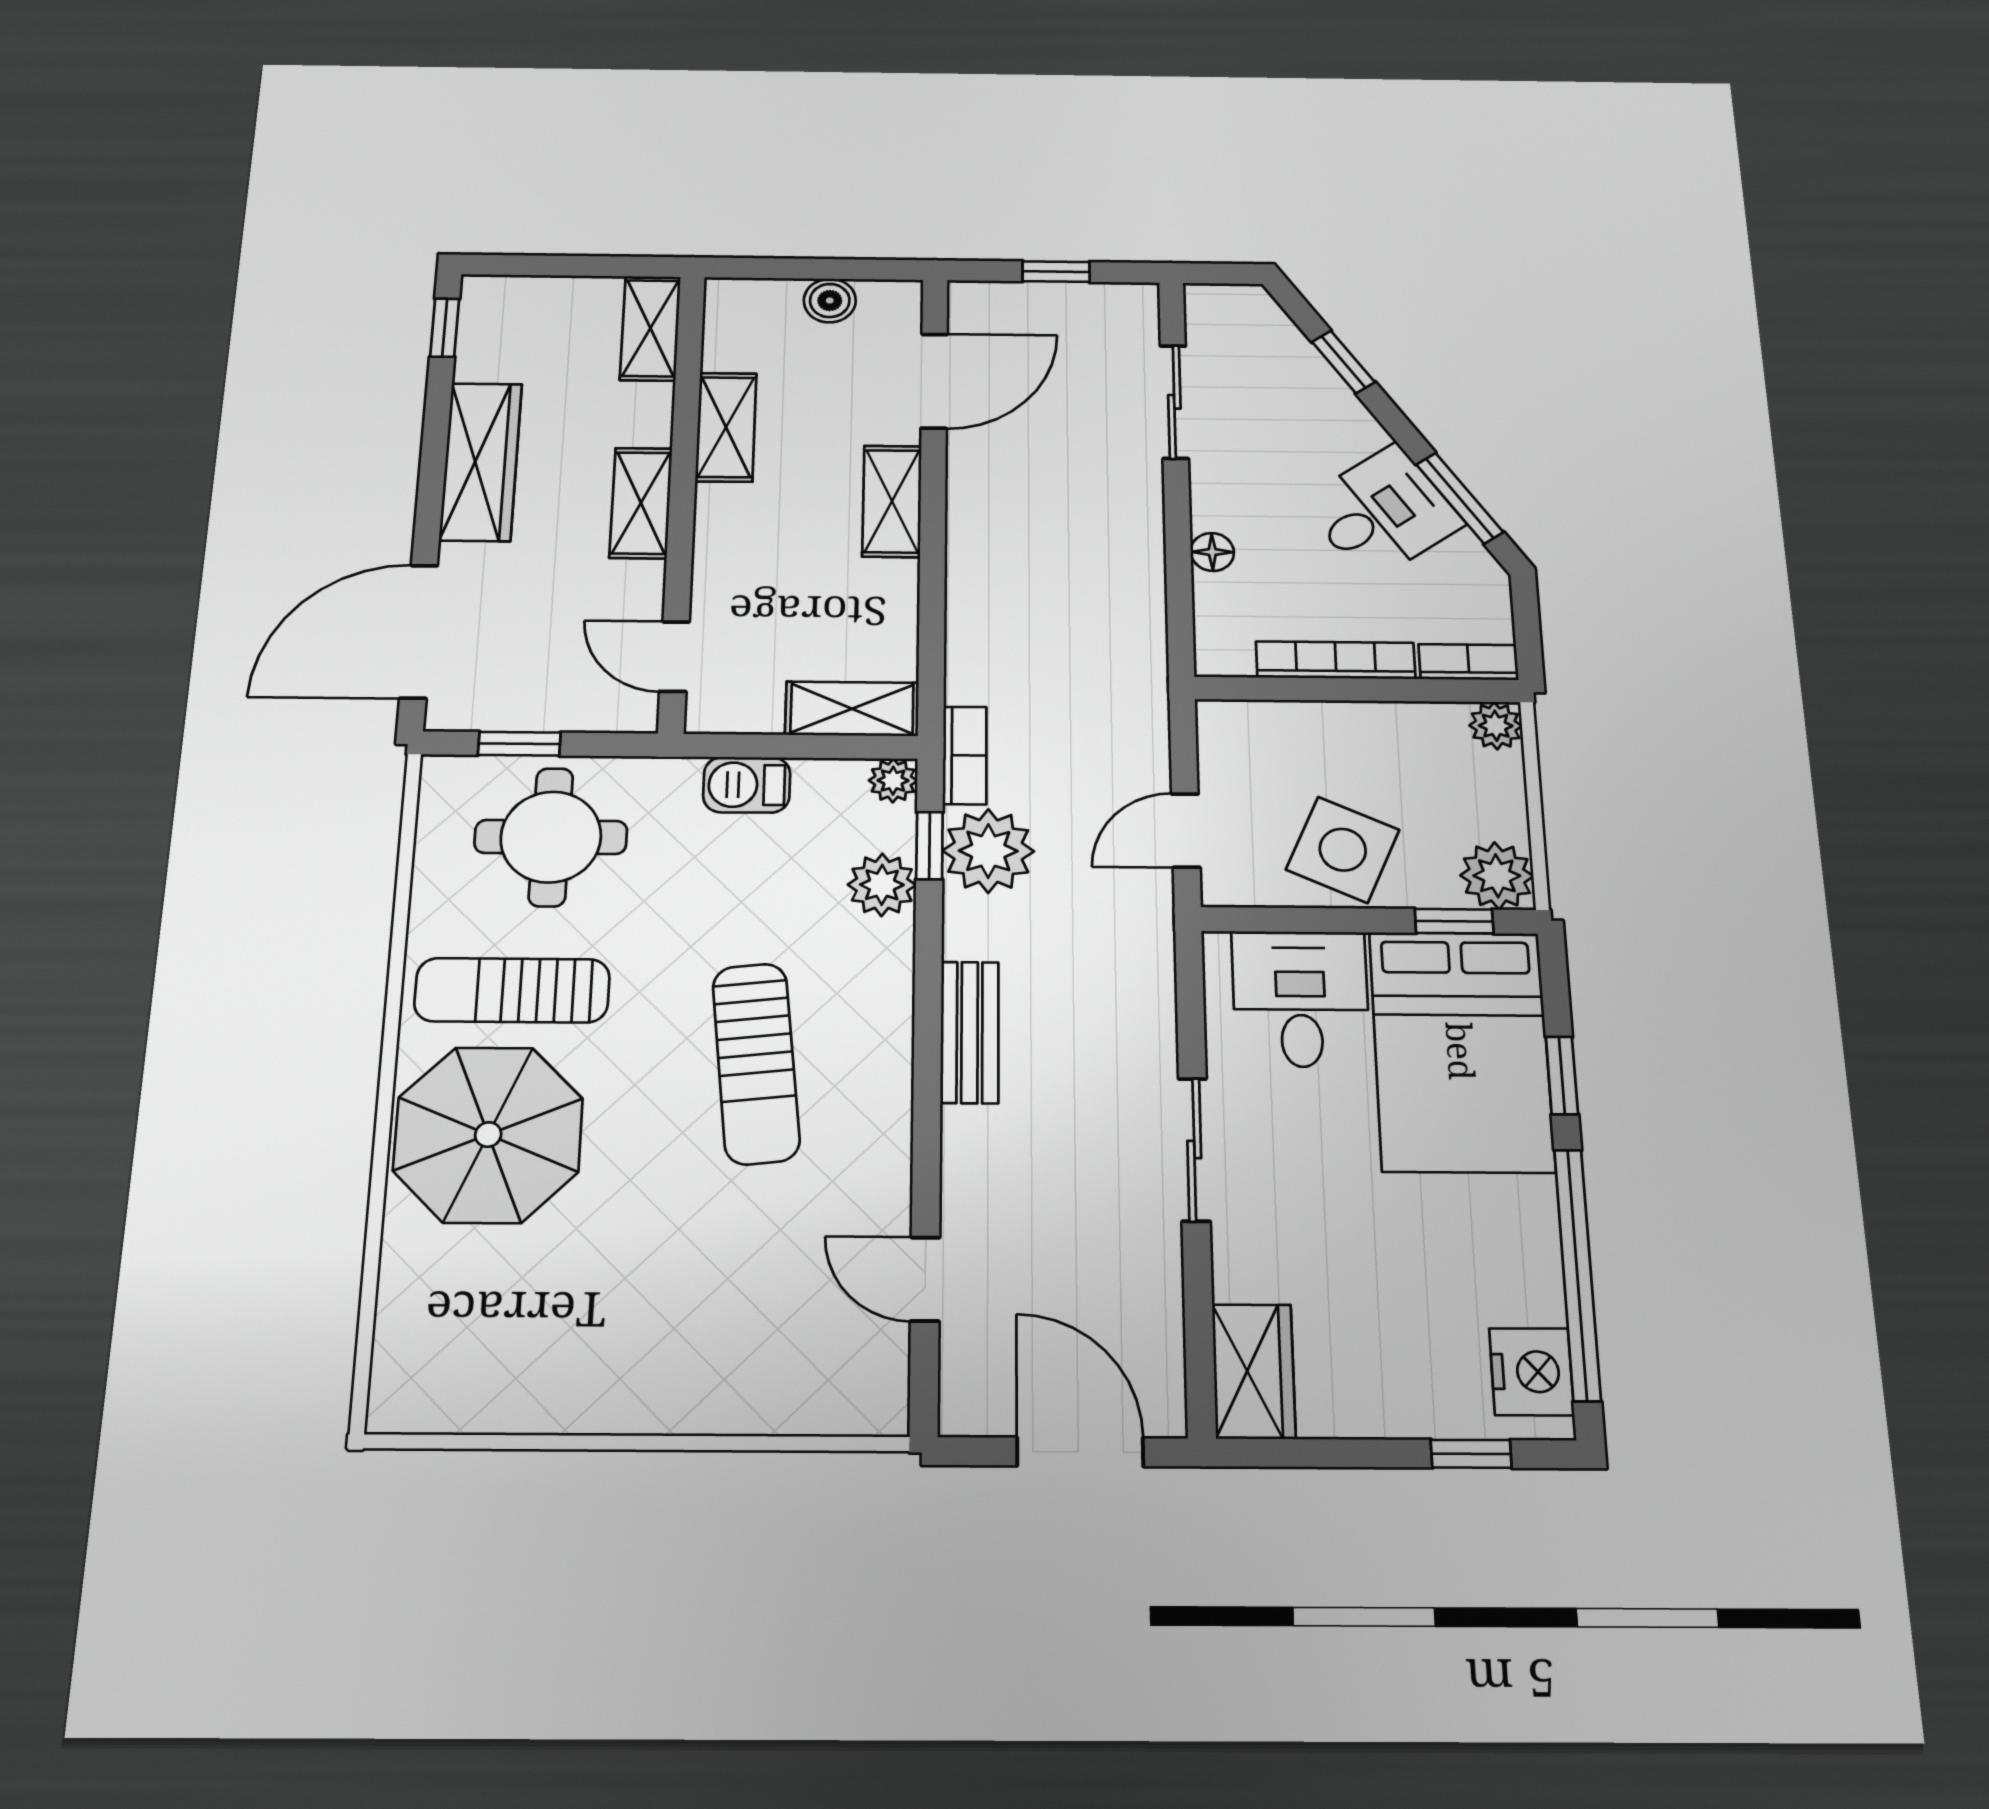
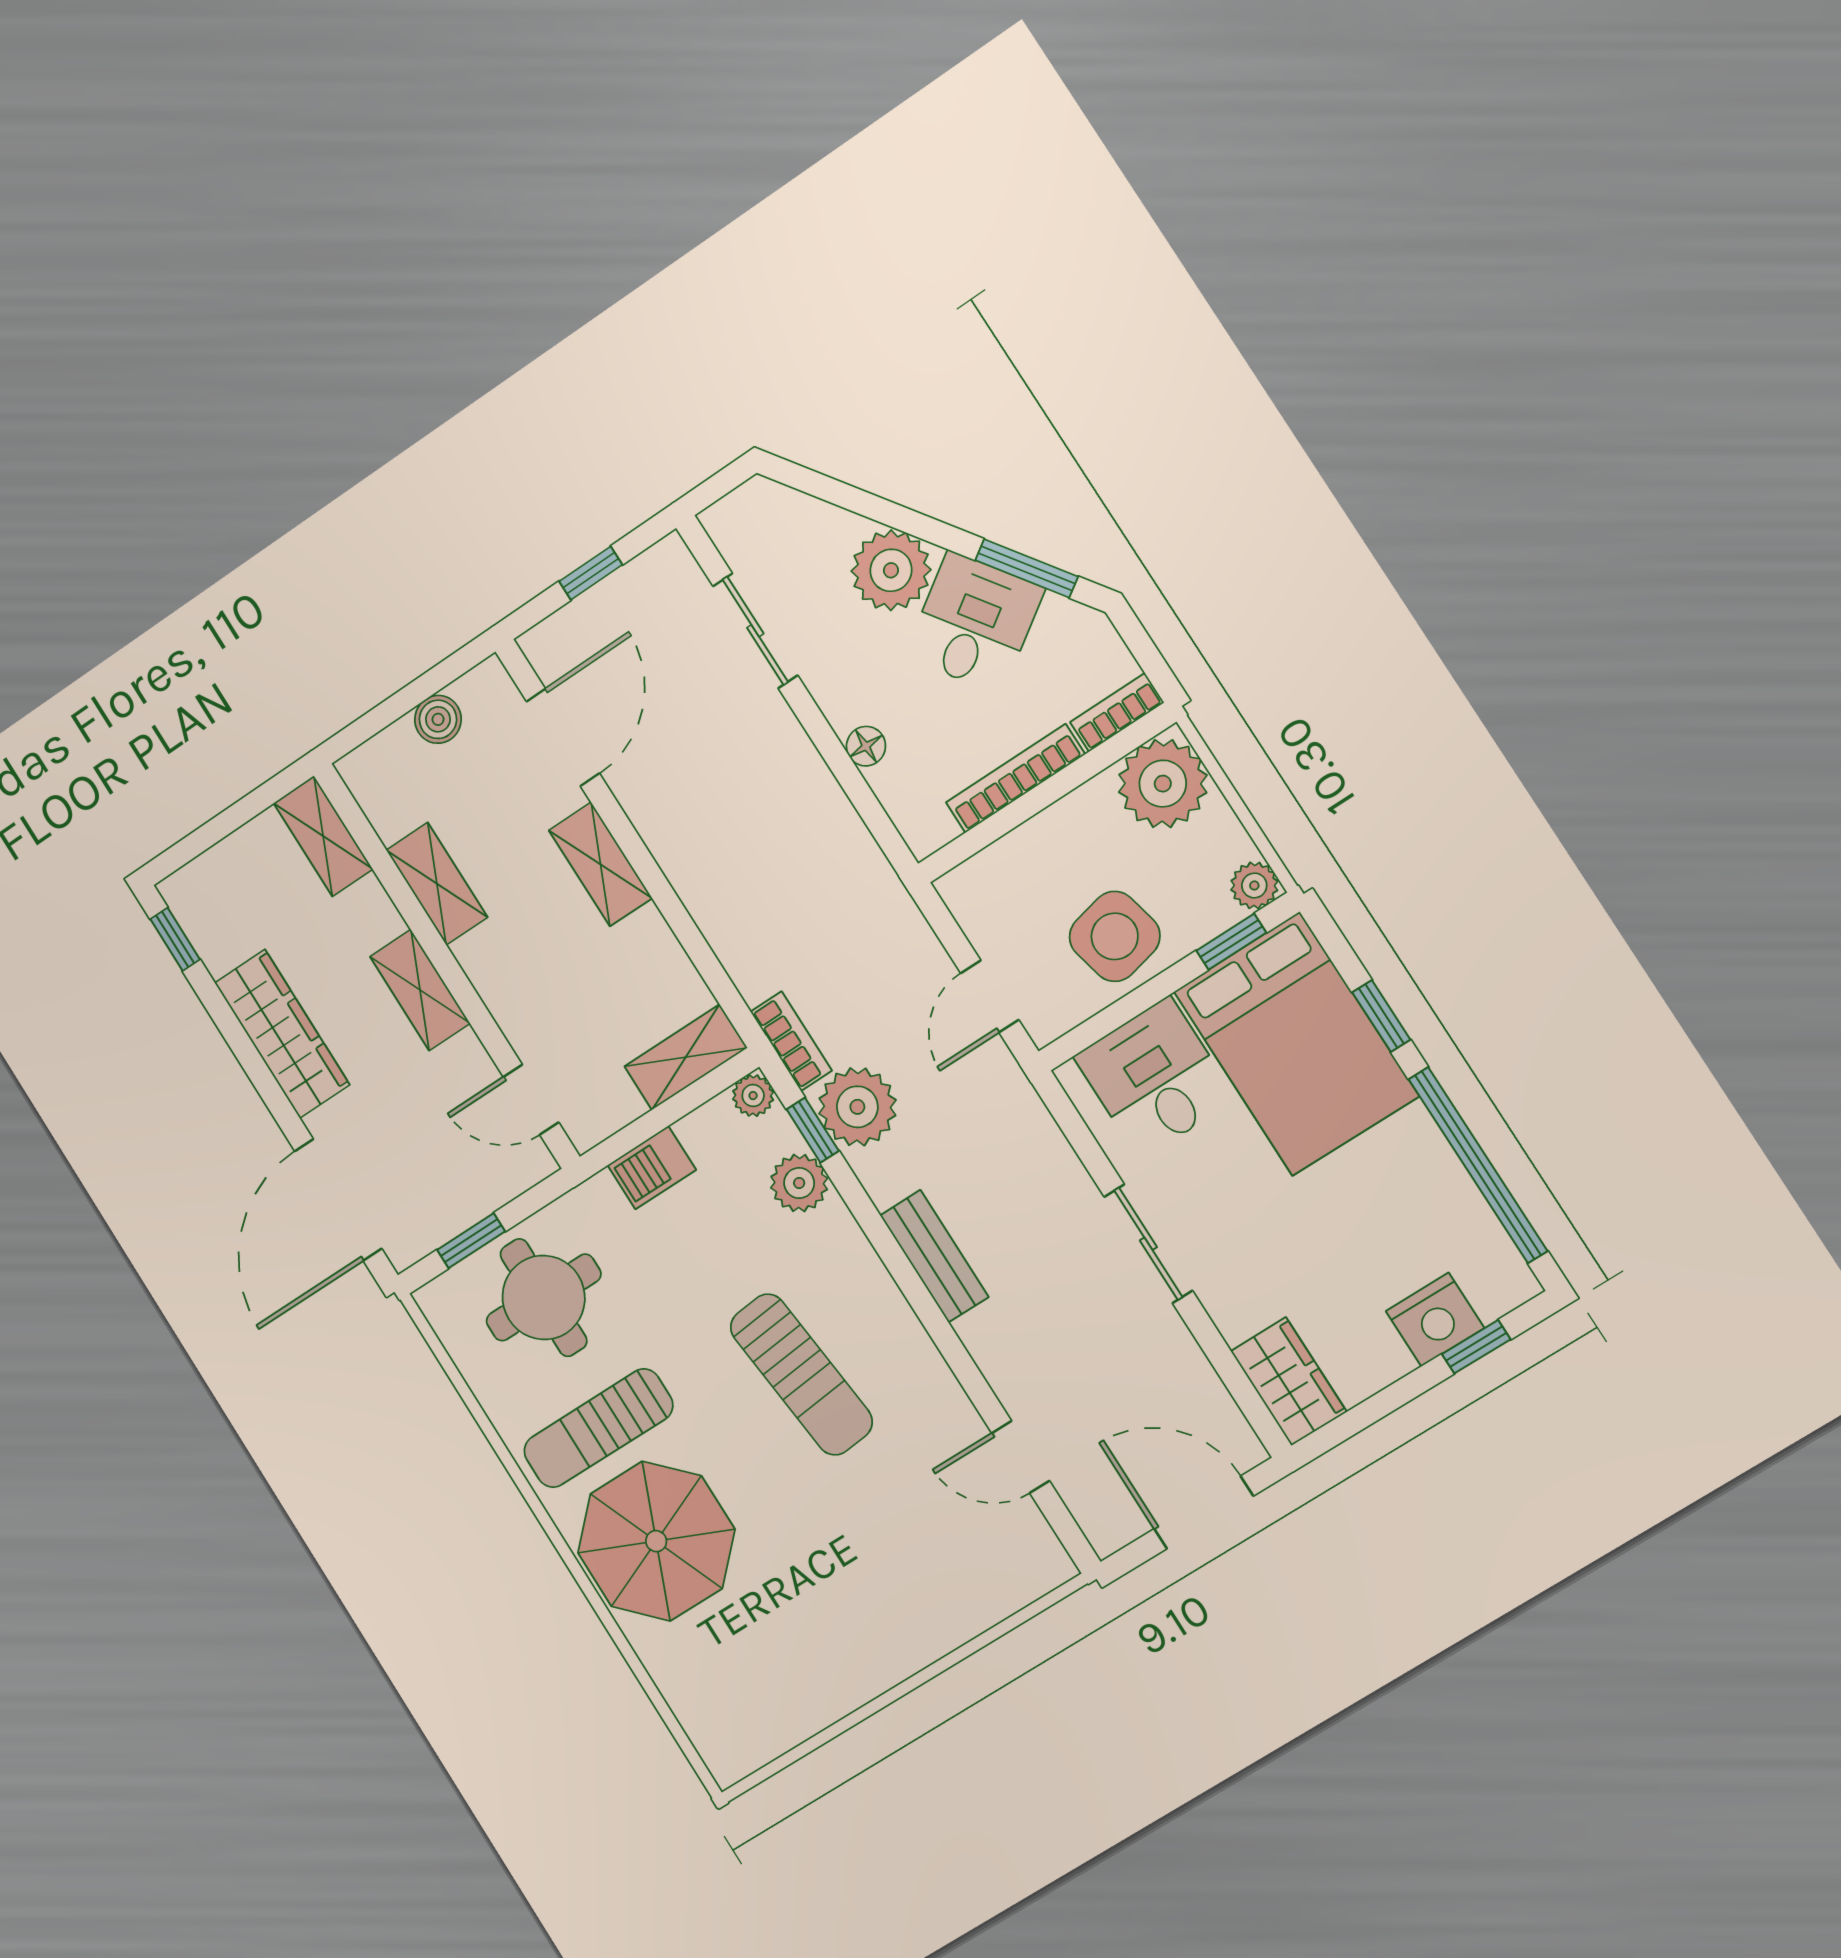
window: (1343, 362) -> (863, 503), removed
plant: (1333, 428) -> (891, 570), added
plant: (1496, 726) -> (1163, 784), width x1.87, depth x1.87
side table: (1343, 850) -> (1115, 936), turned -37
plant: (1497, 876) -> (1254, 885), width x0.73, depth x0.73
nightstand: (1532, 1372) -> (1435, 1320), moved, turned 90

